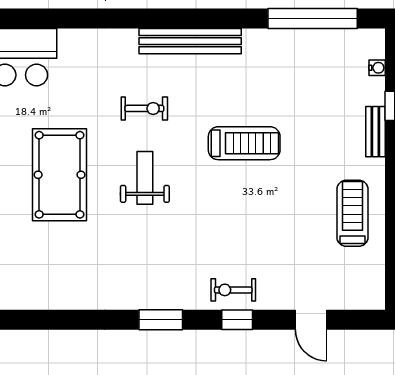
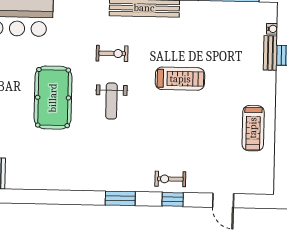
bench: (375, 132) -> (270, 53), moved
weight bench: (145, 178) -> (111, 101), turned 180
treadmill: (352, 213) -> (253, 128), turned 180

